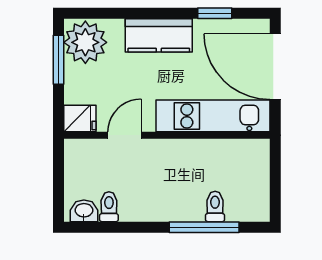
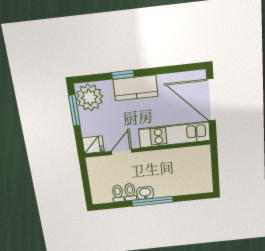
window: (215, 13) -> (123, 75), moved
toilet: (215, 206) -> (130, 192), moved
washbasin: (84, 211) -> (145, 193), moved
window: (204, 227) -> (152, 201), moved

